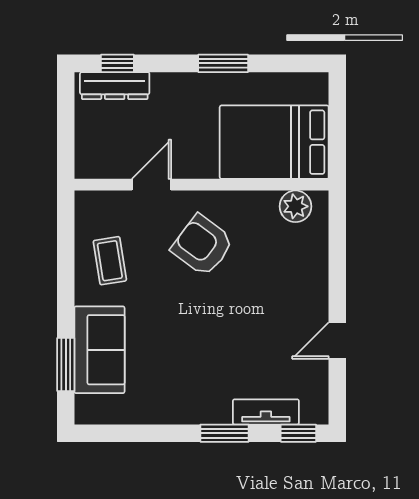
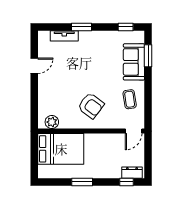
dresser: (115, 86) -> (132, 173), width x0.70
door: (152, 185) -> (134, 131), moved
window: (298, 433) -> (126, 27), moved

